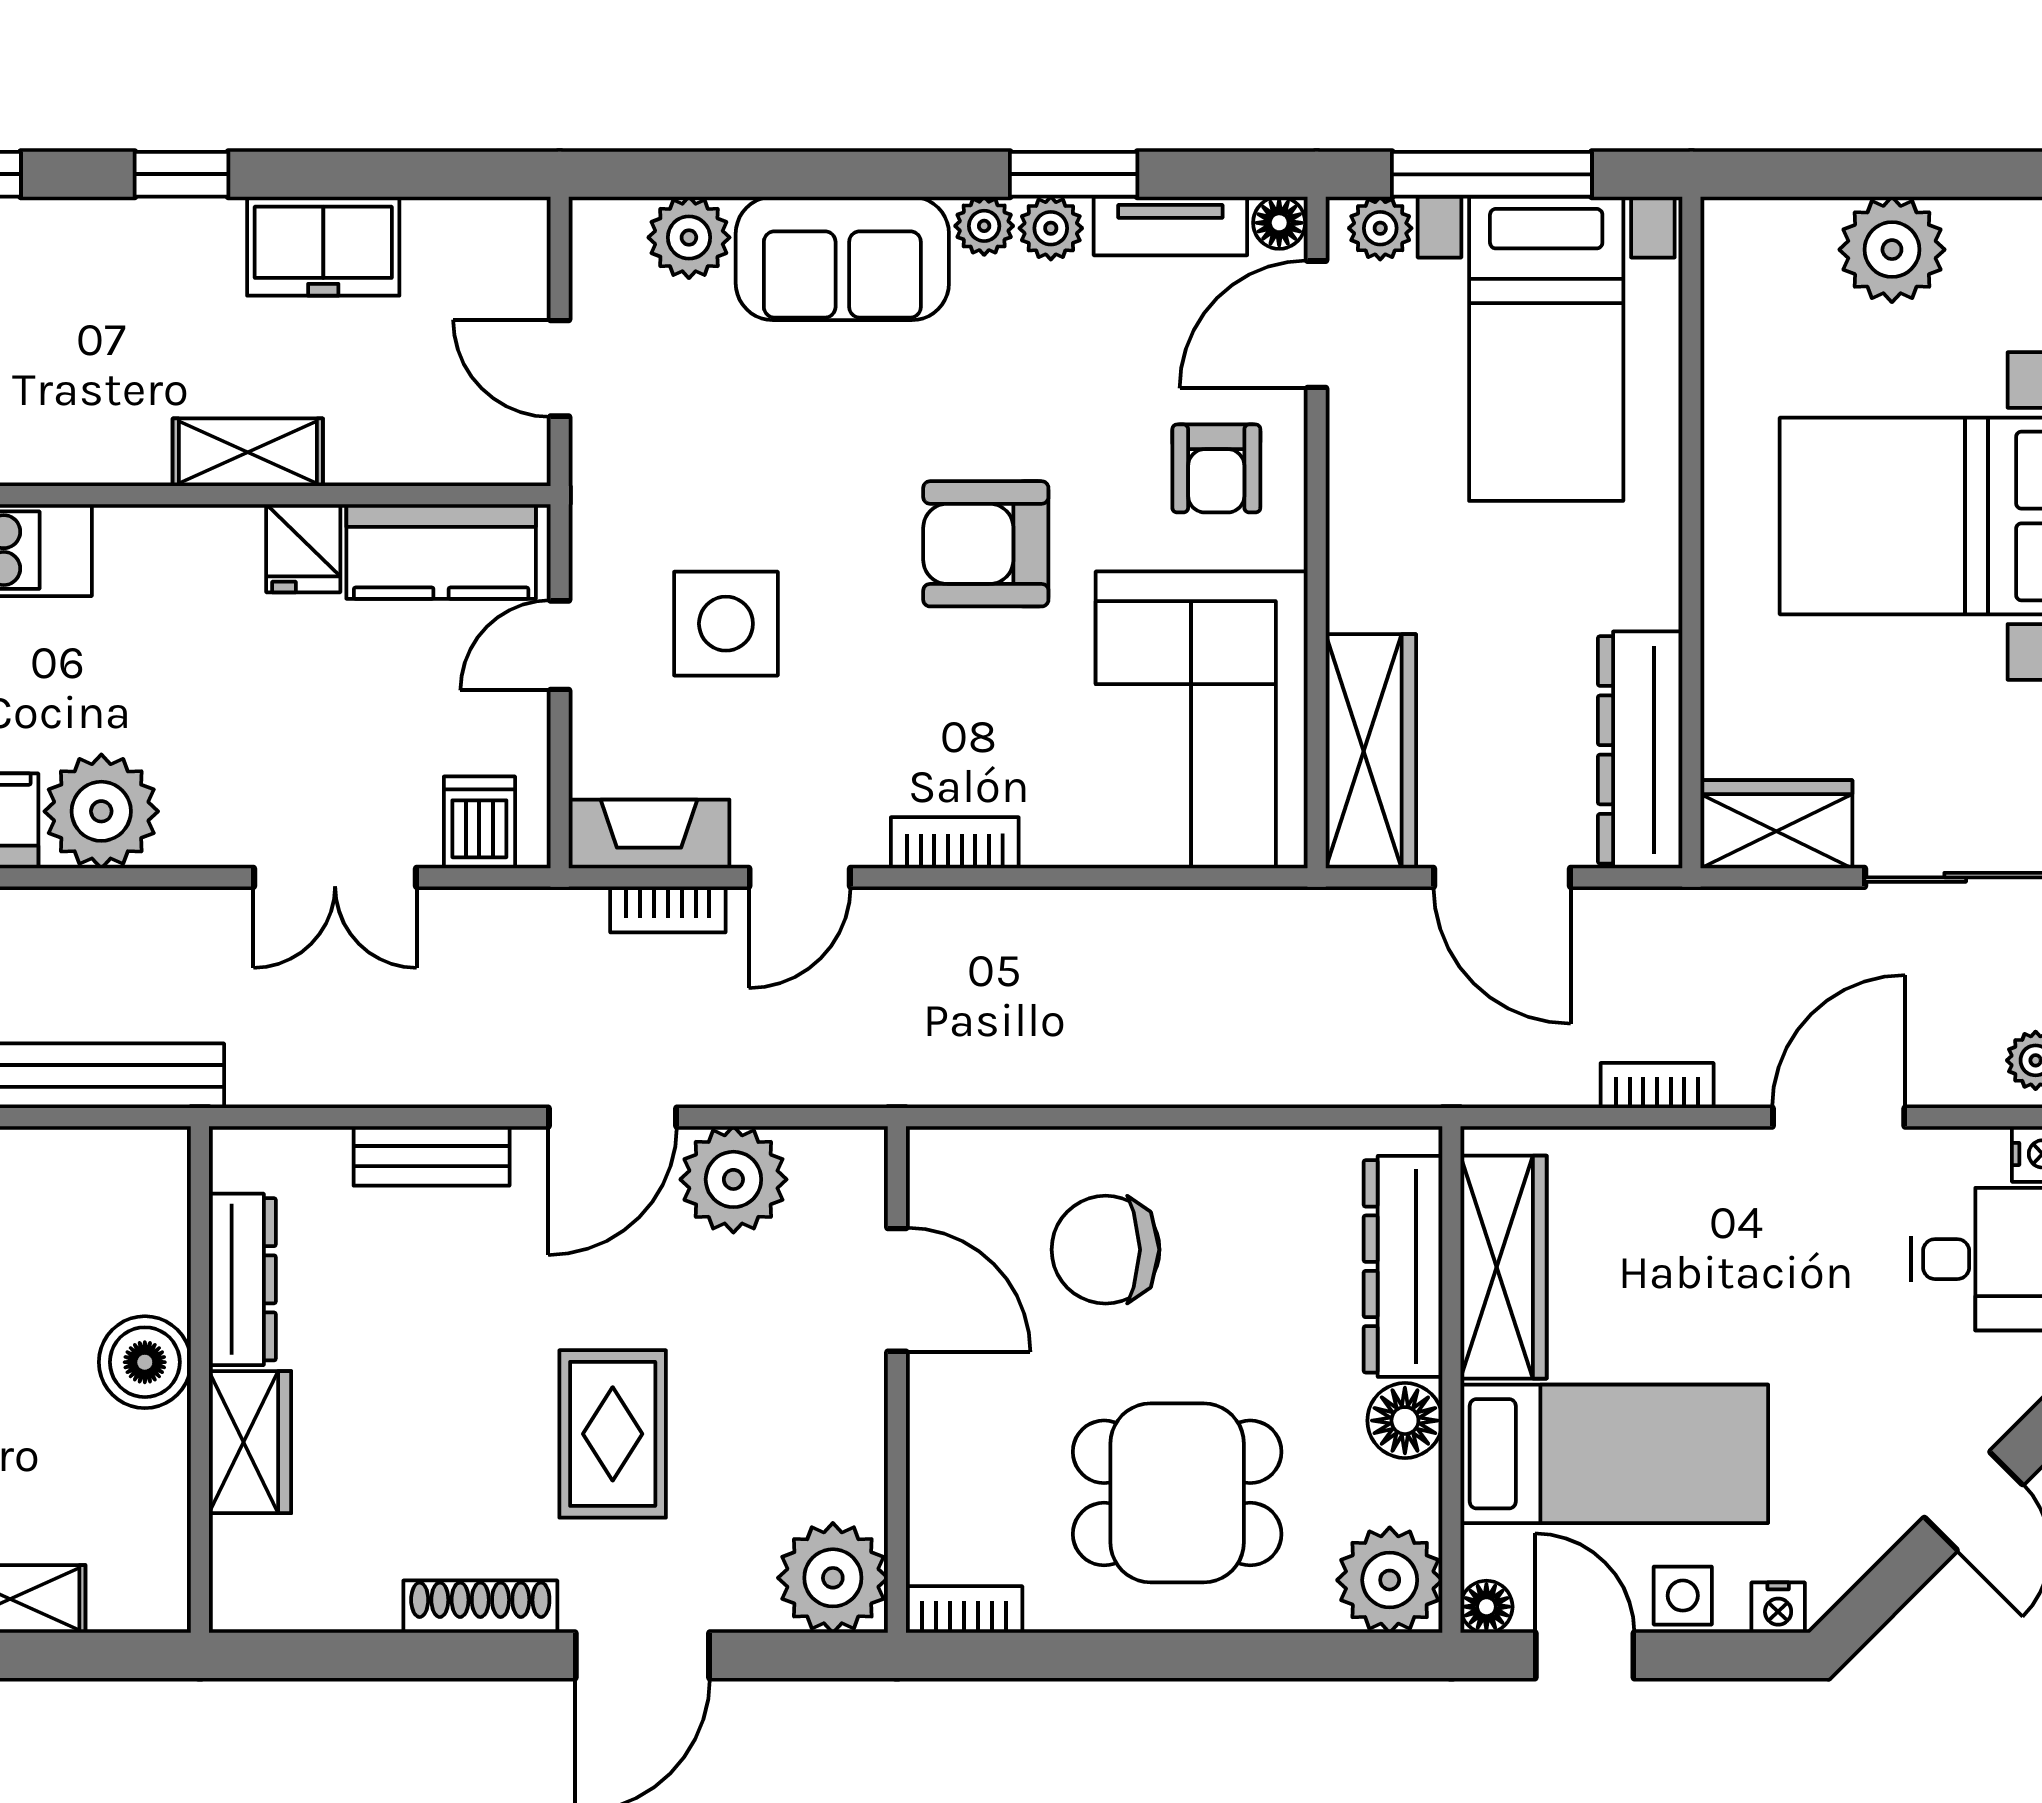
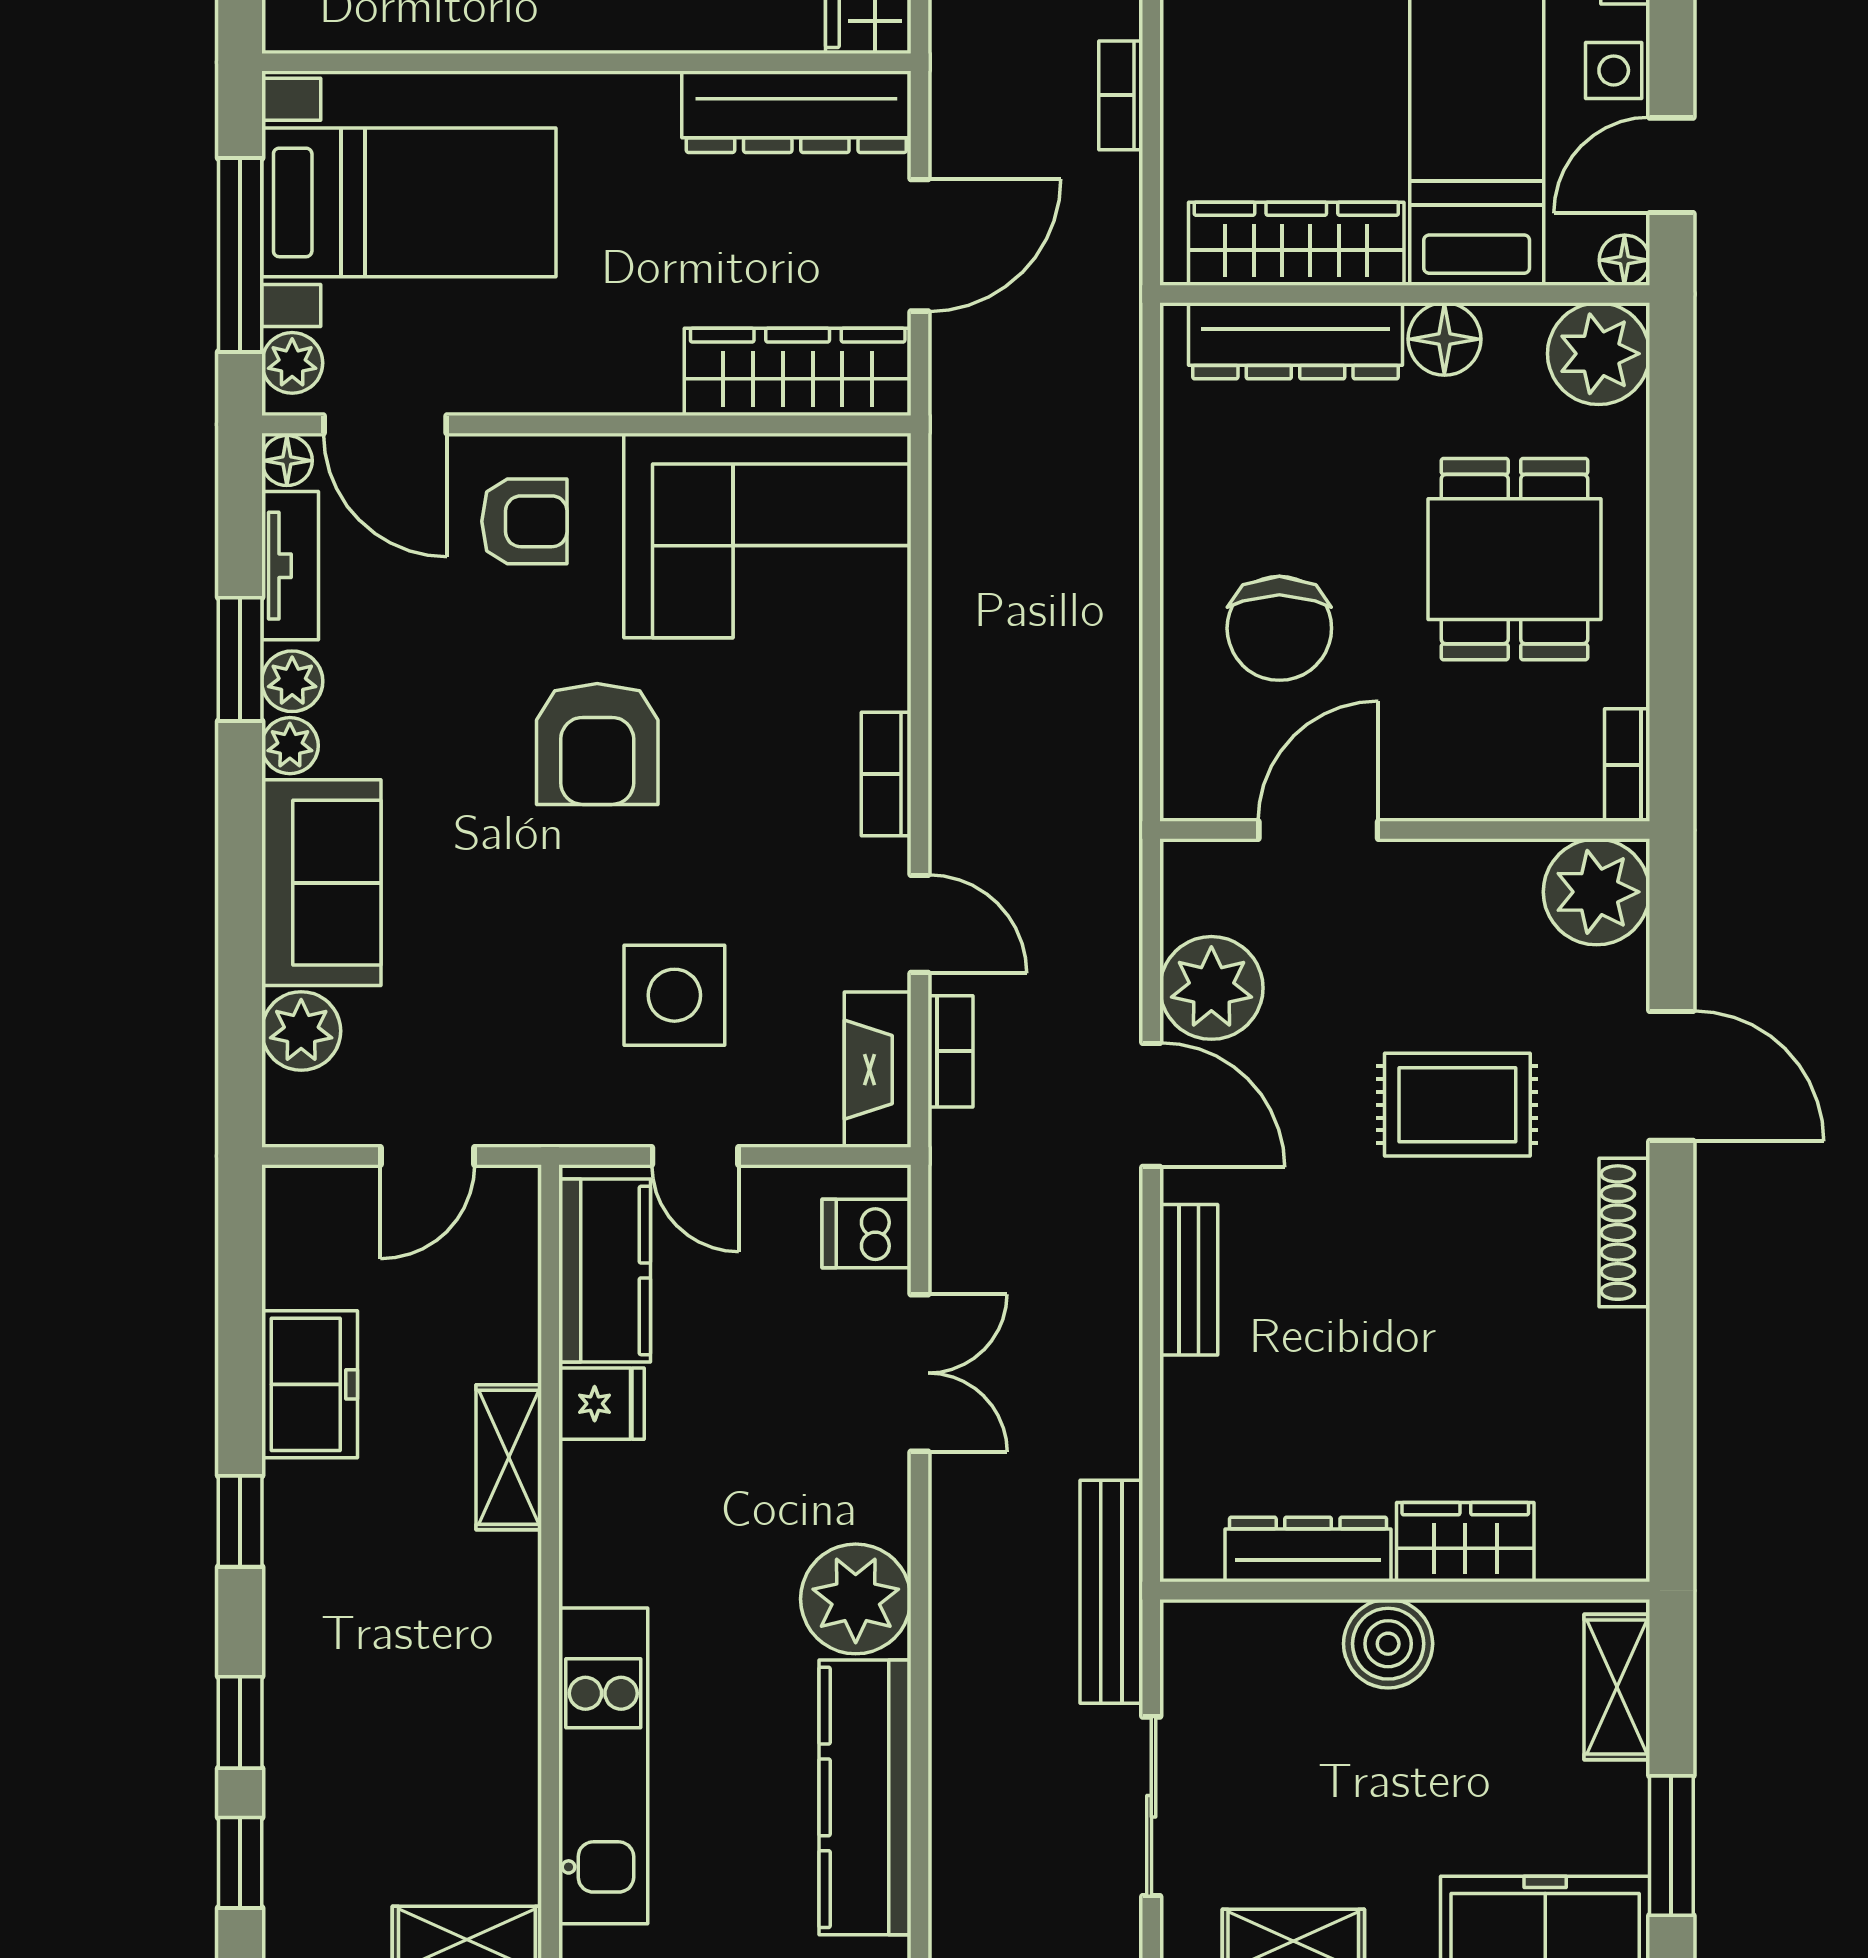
dresser: (242, 1279) -> (1308, 1550), moved
boiler: (145, 1362) -> (1388, 1644), moved
wall: (200, 1379) -> (1405, 1591), moved
wardrobe: (250, 1442) -> (1465, 1542), moved

